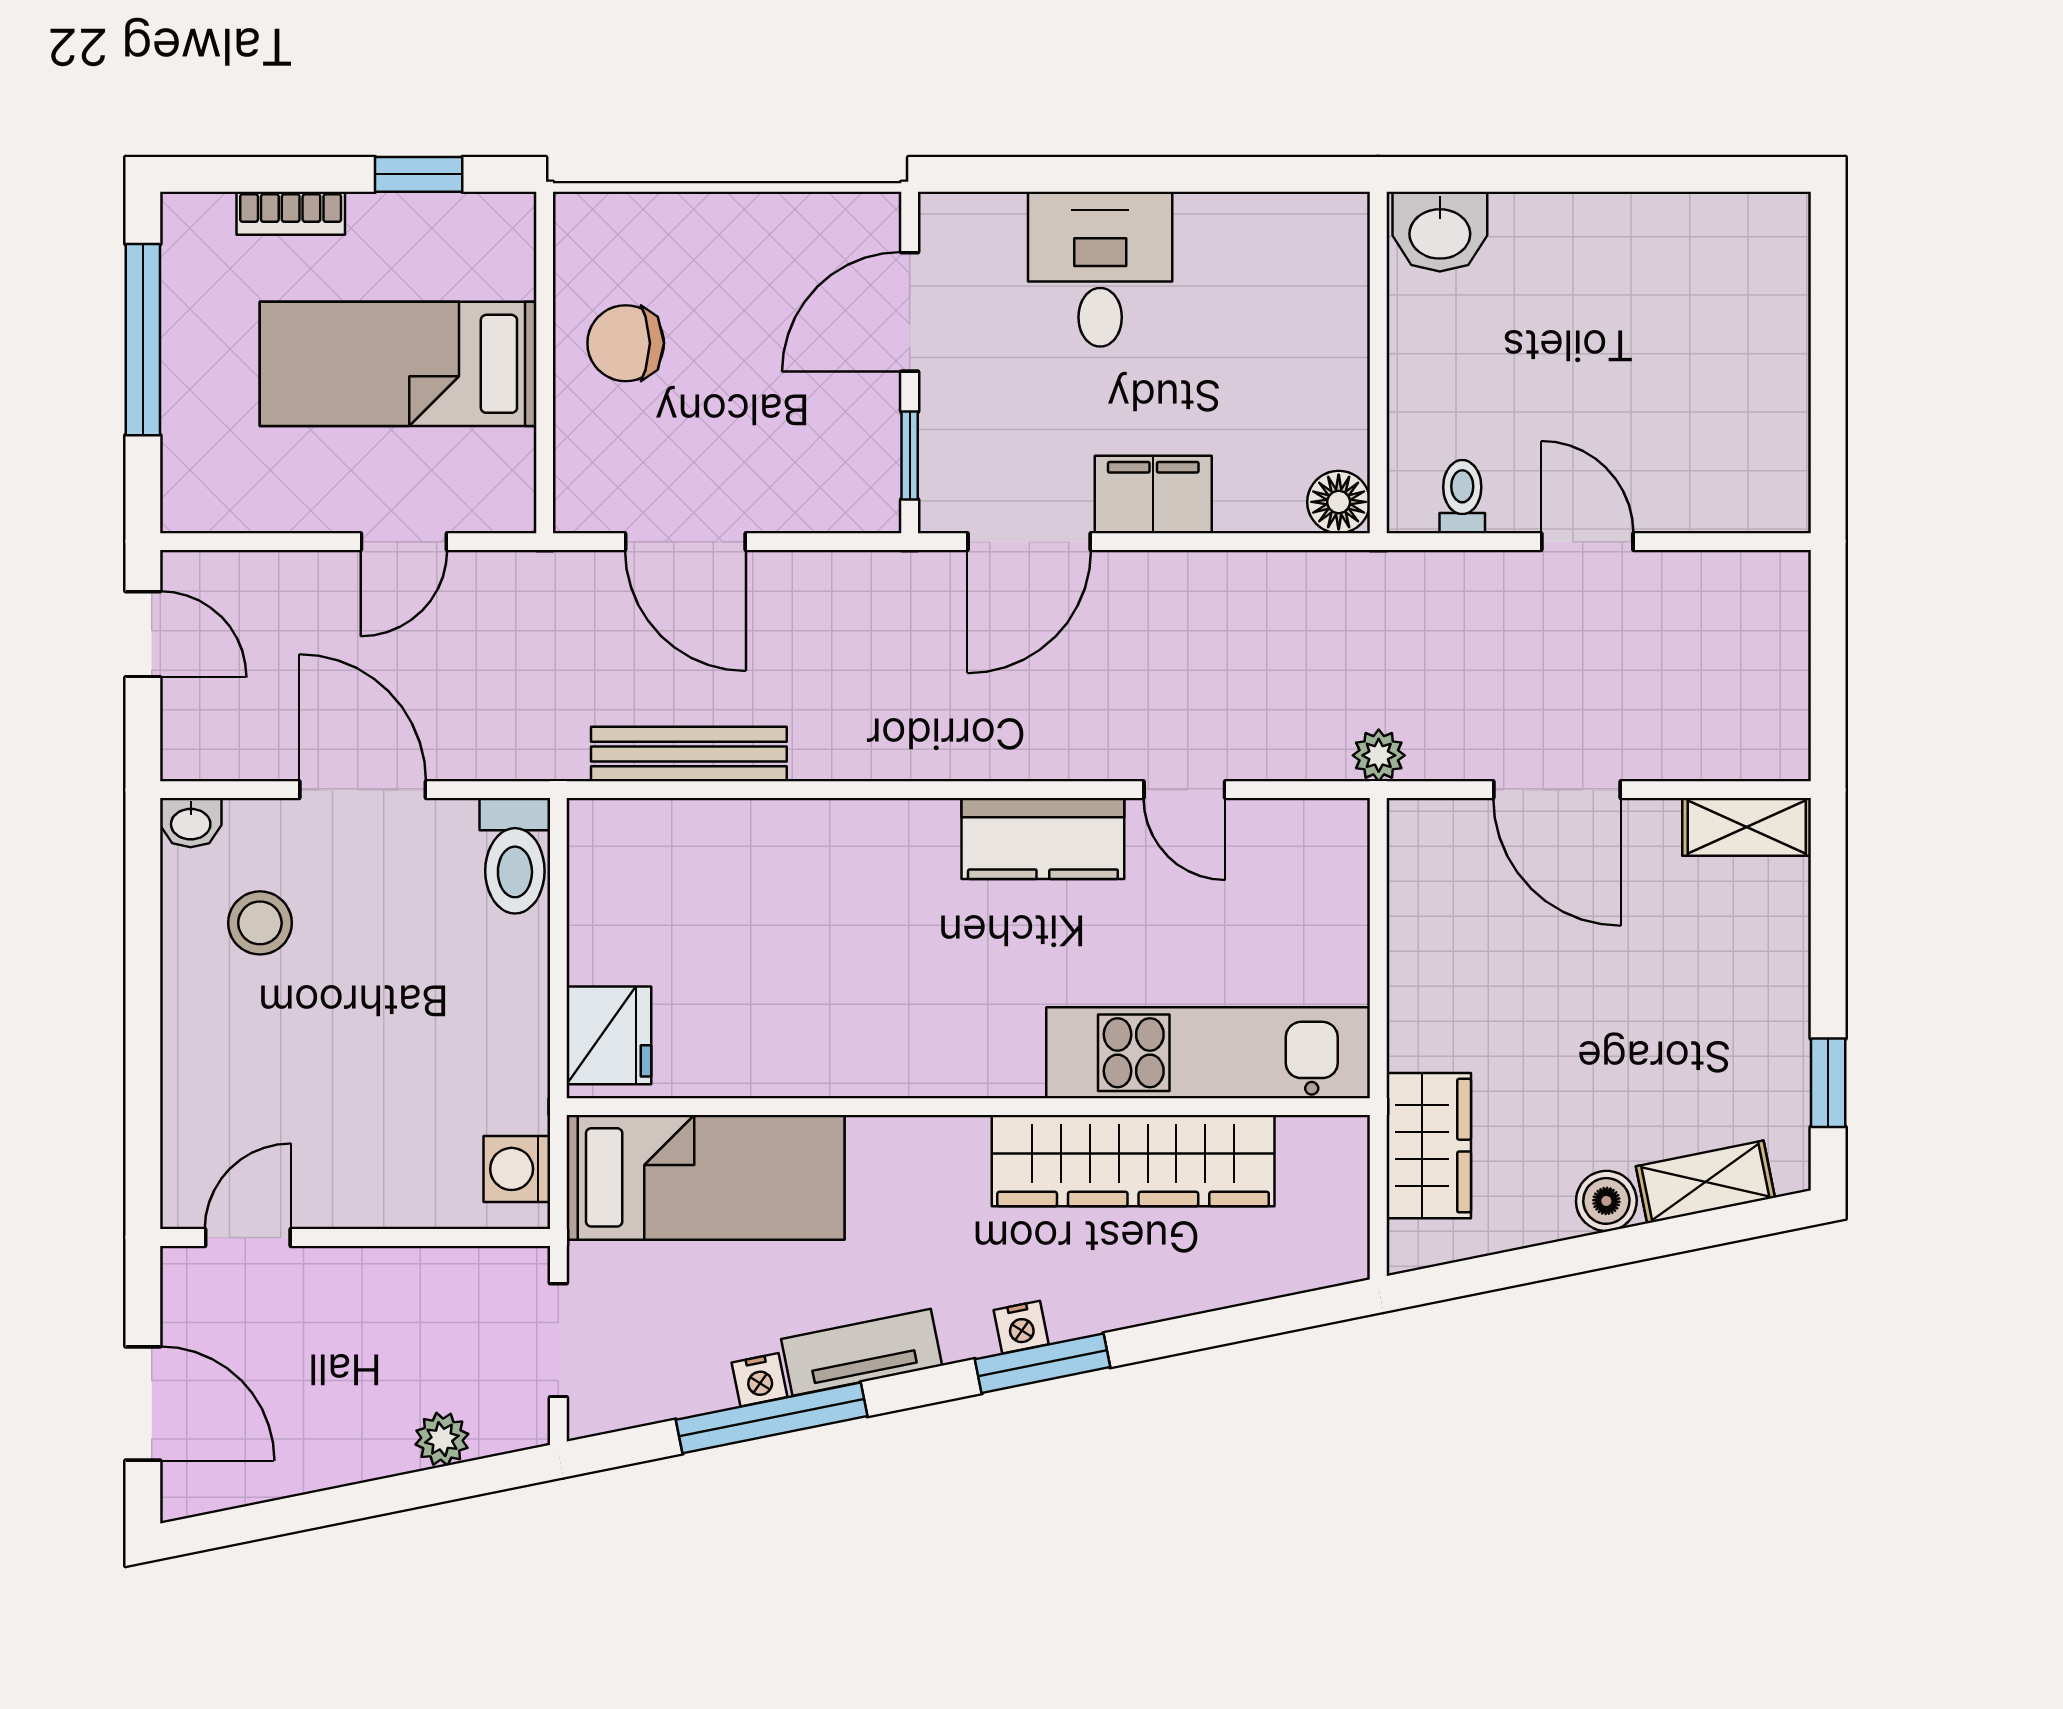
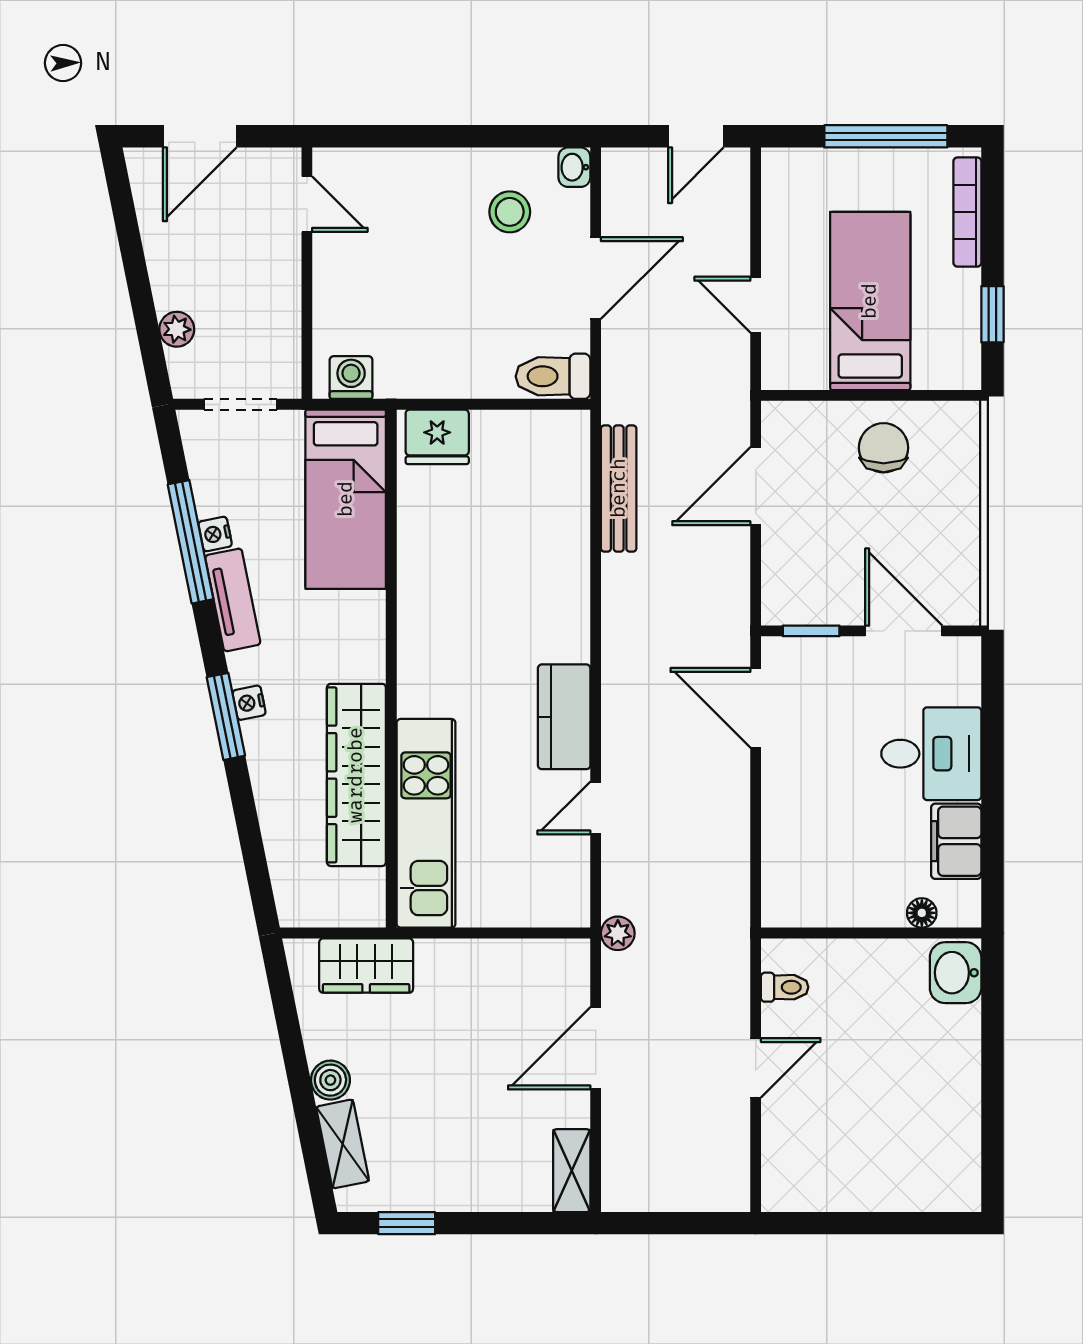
bookcase: (291, 213) -> (967, 212), width x1.56
filing cabinet: (1153, 494) -> (956, 841), moved, turned 180
floor lamp: (1339, 502) -> (922, 913), moved, width x0.73, depth x0.73

